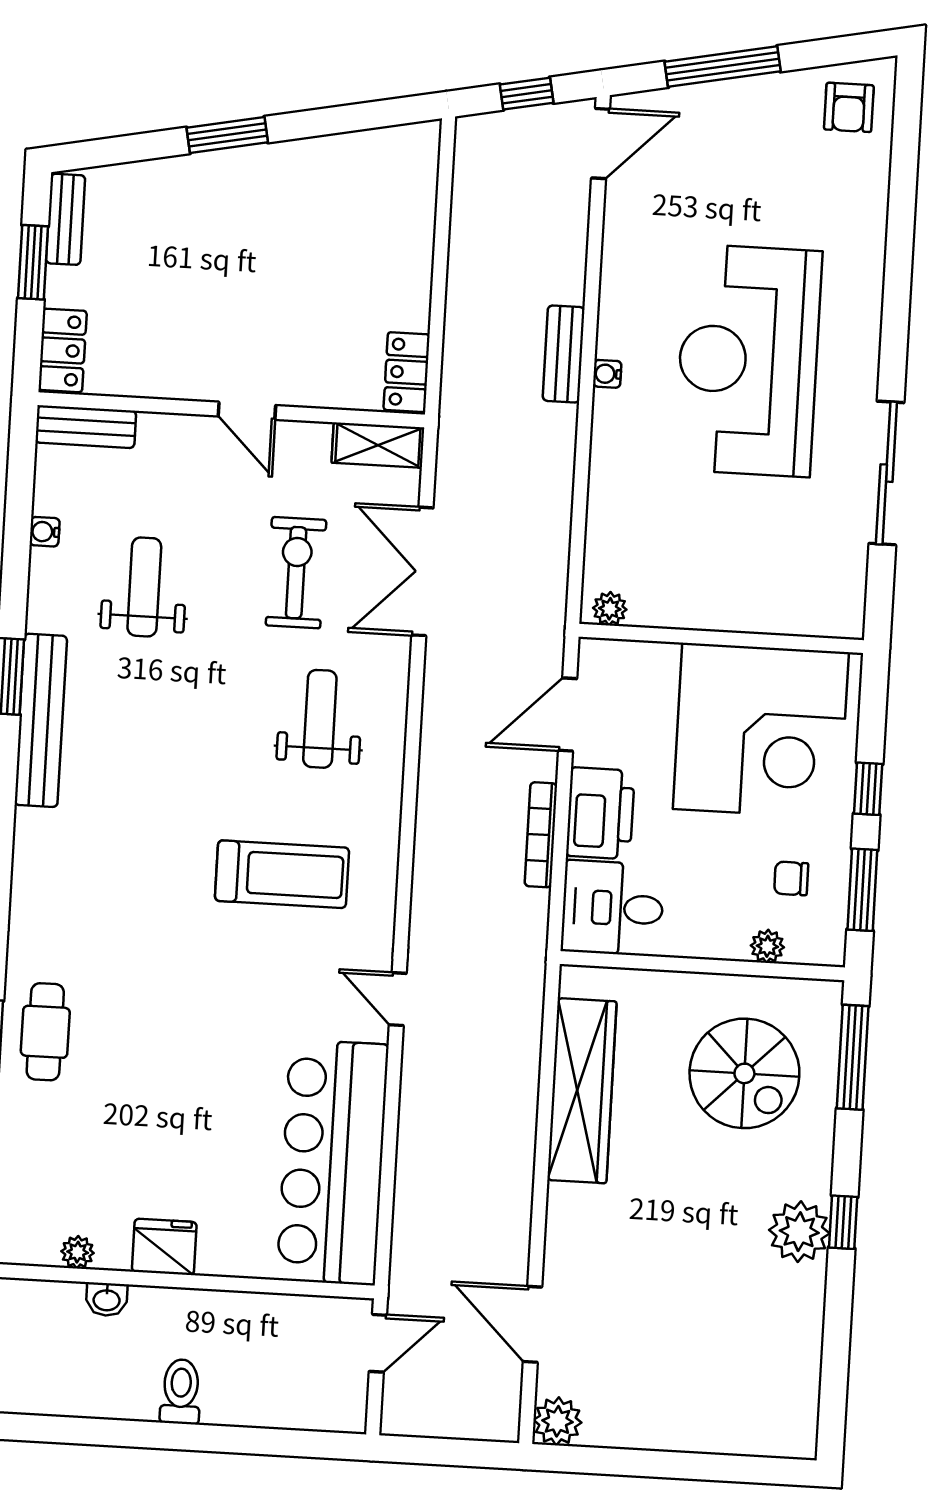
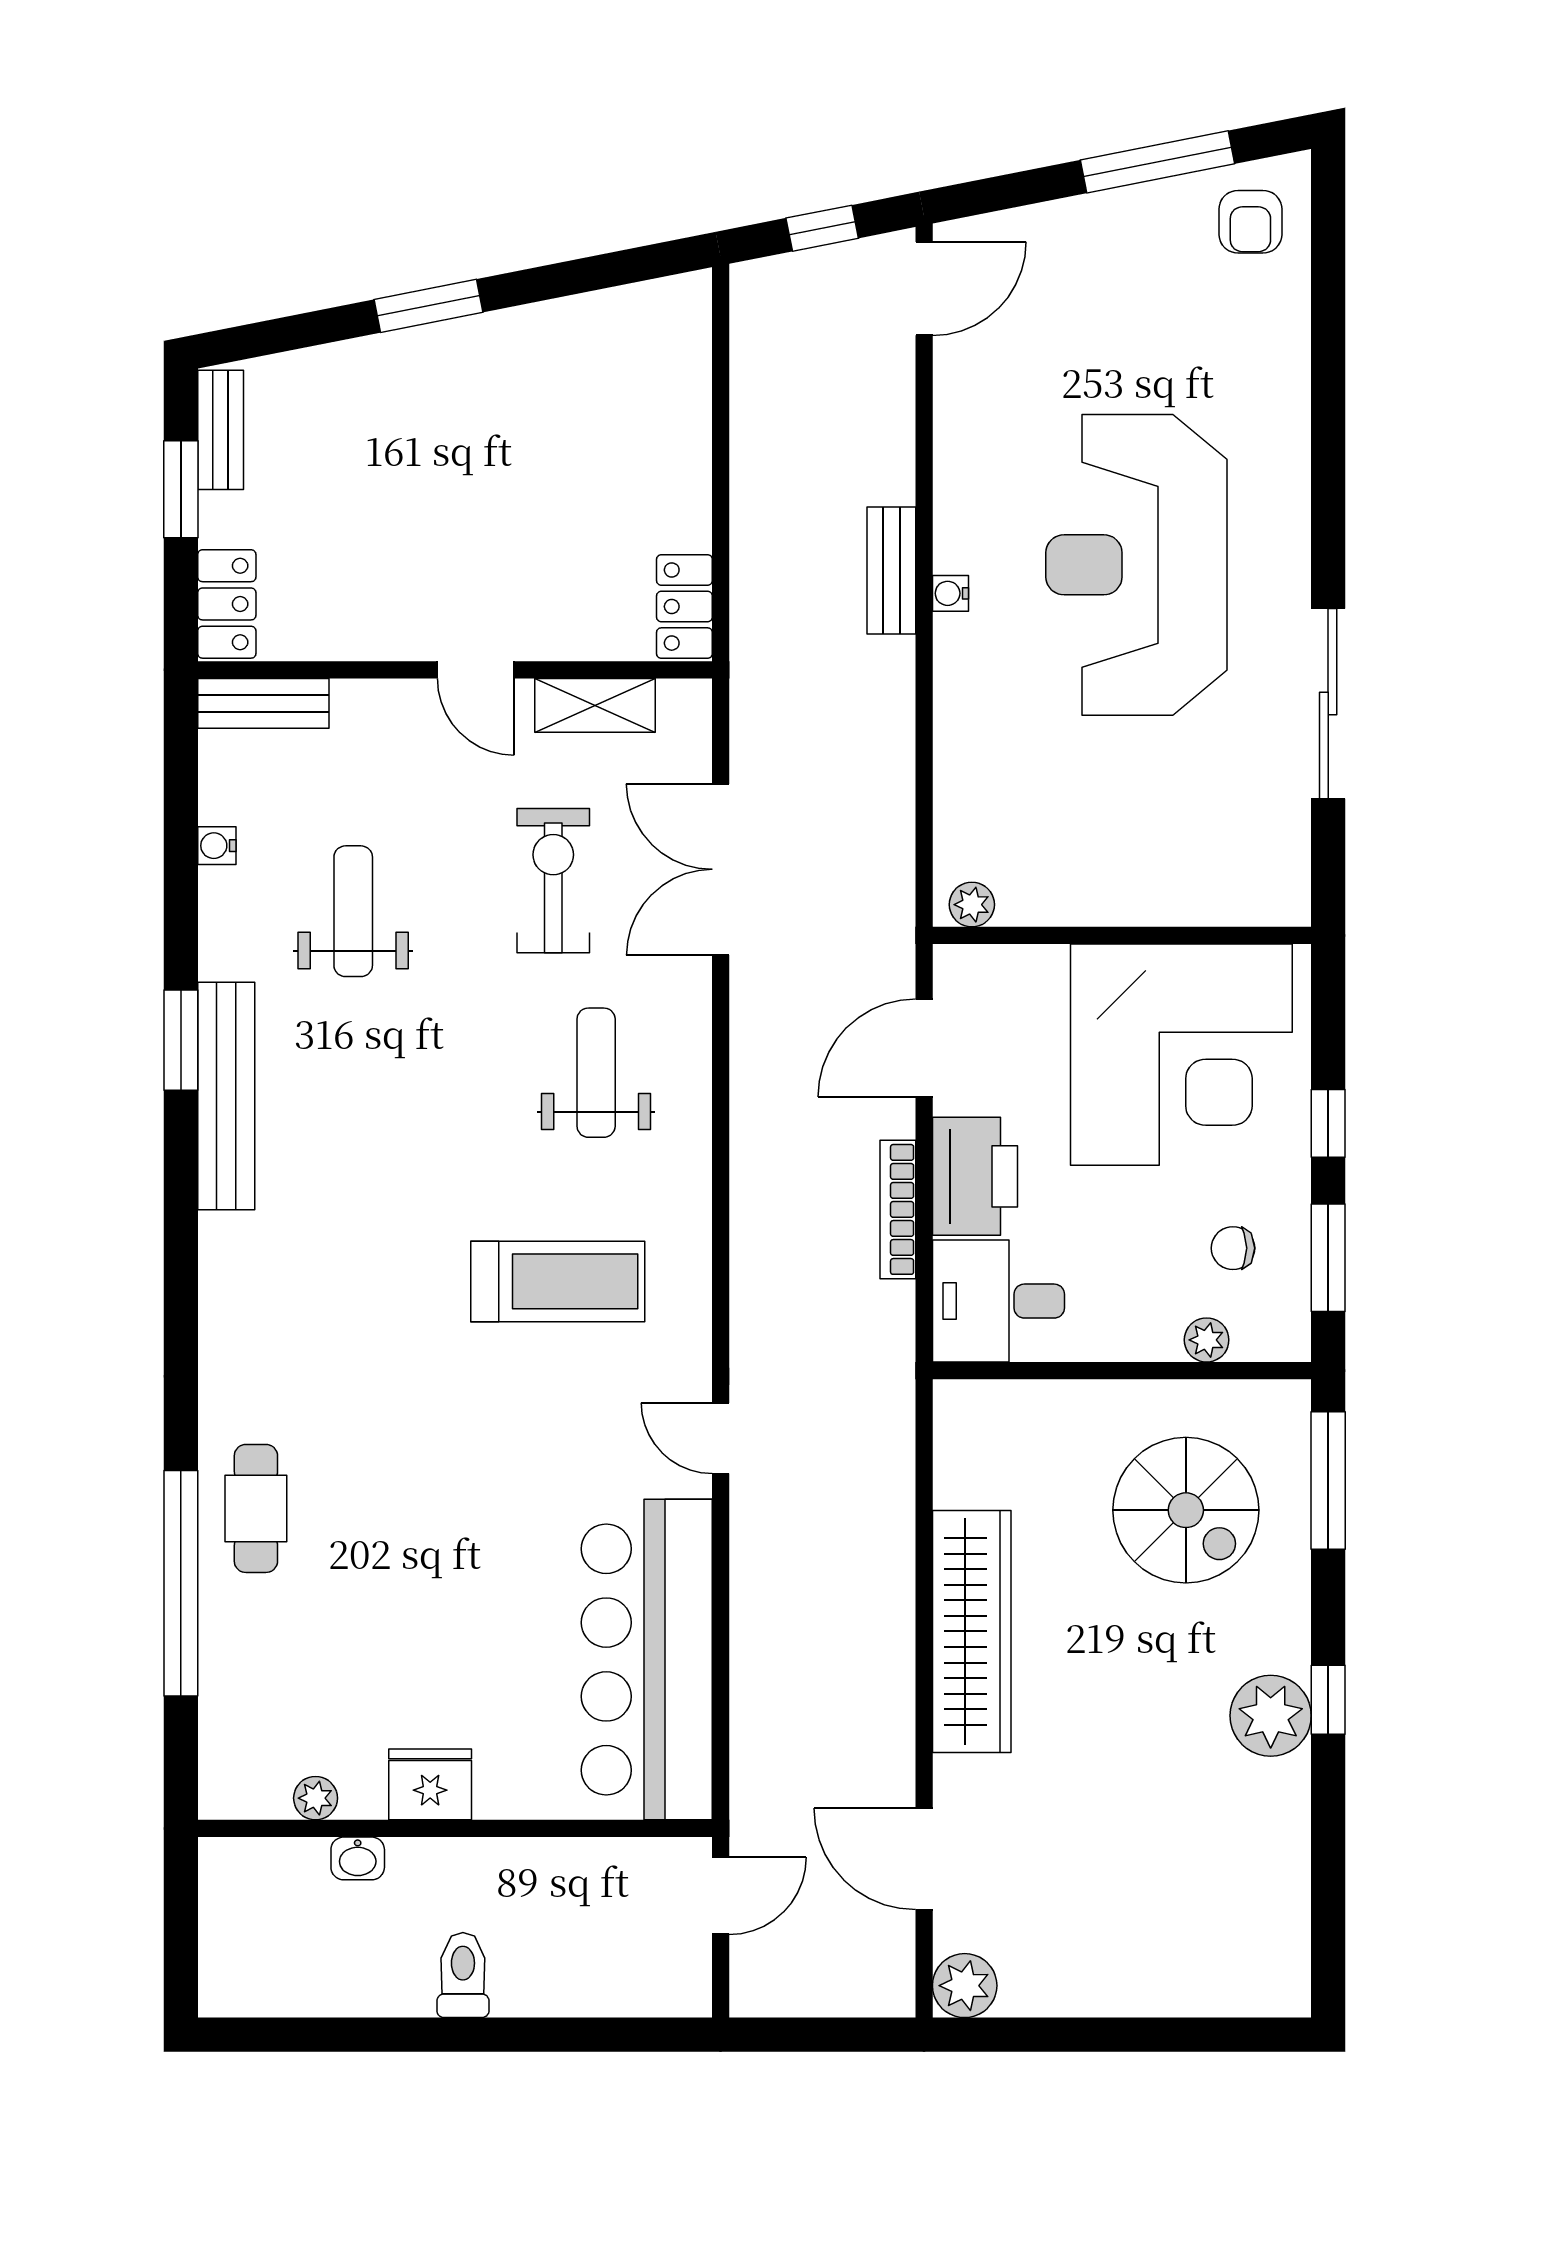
window: (723, 67) -> (1157, 162), moved
shelving: (378, 445) -> (595, 705), moved
wardrobe: (582, 1091) -> (972, 1631), moved

